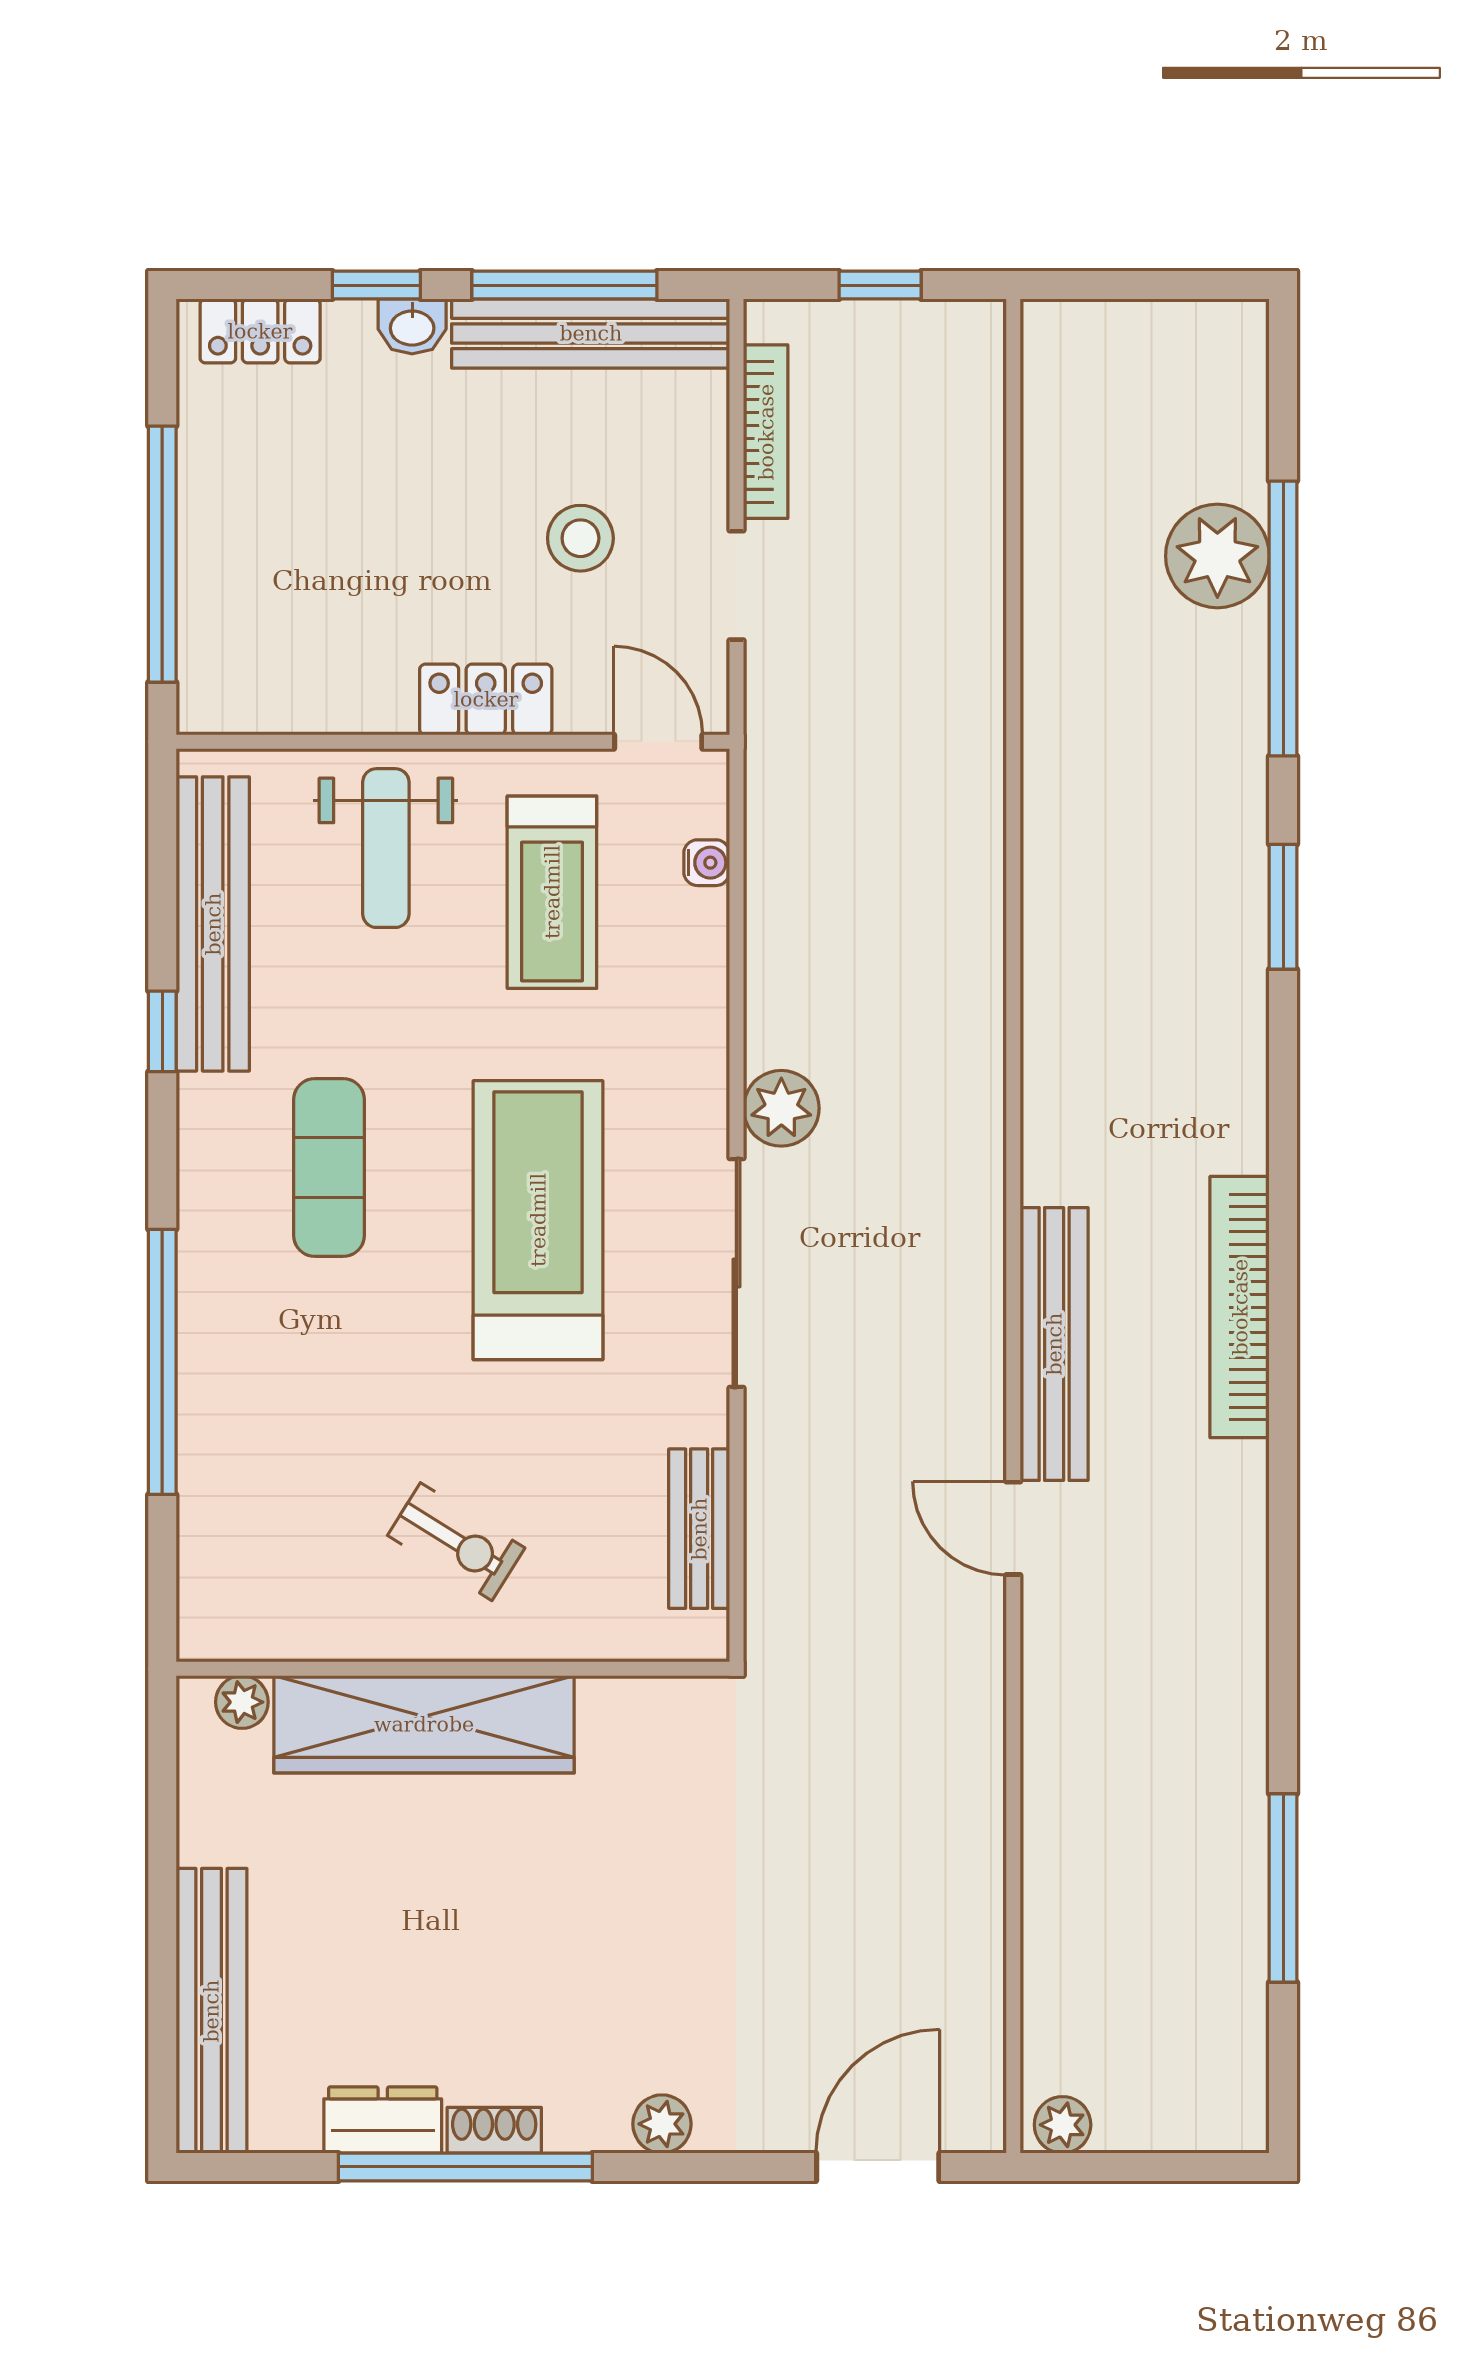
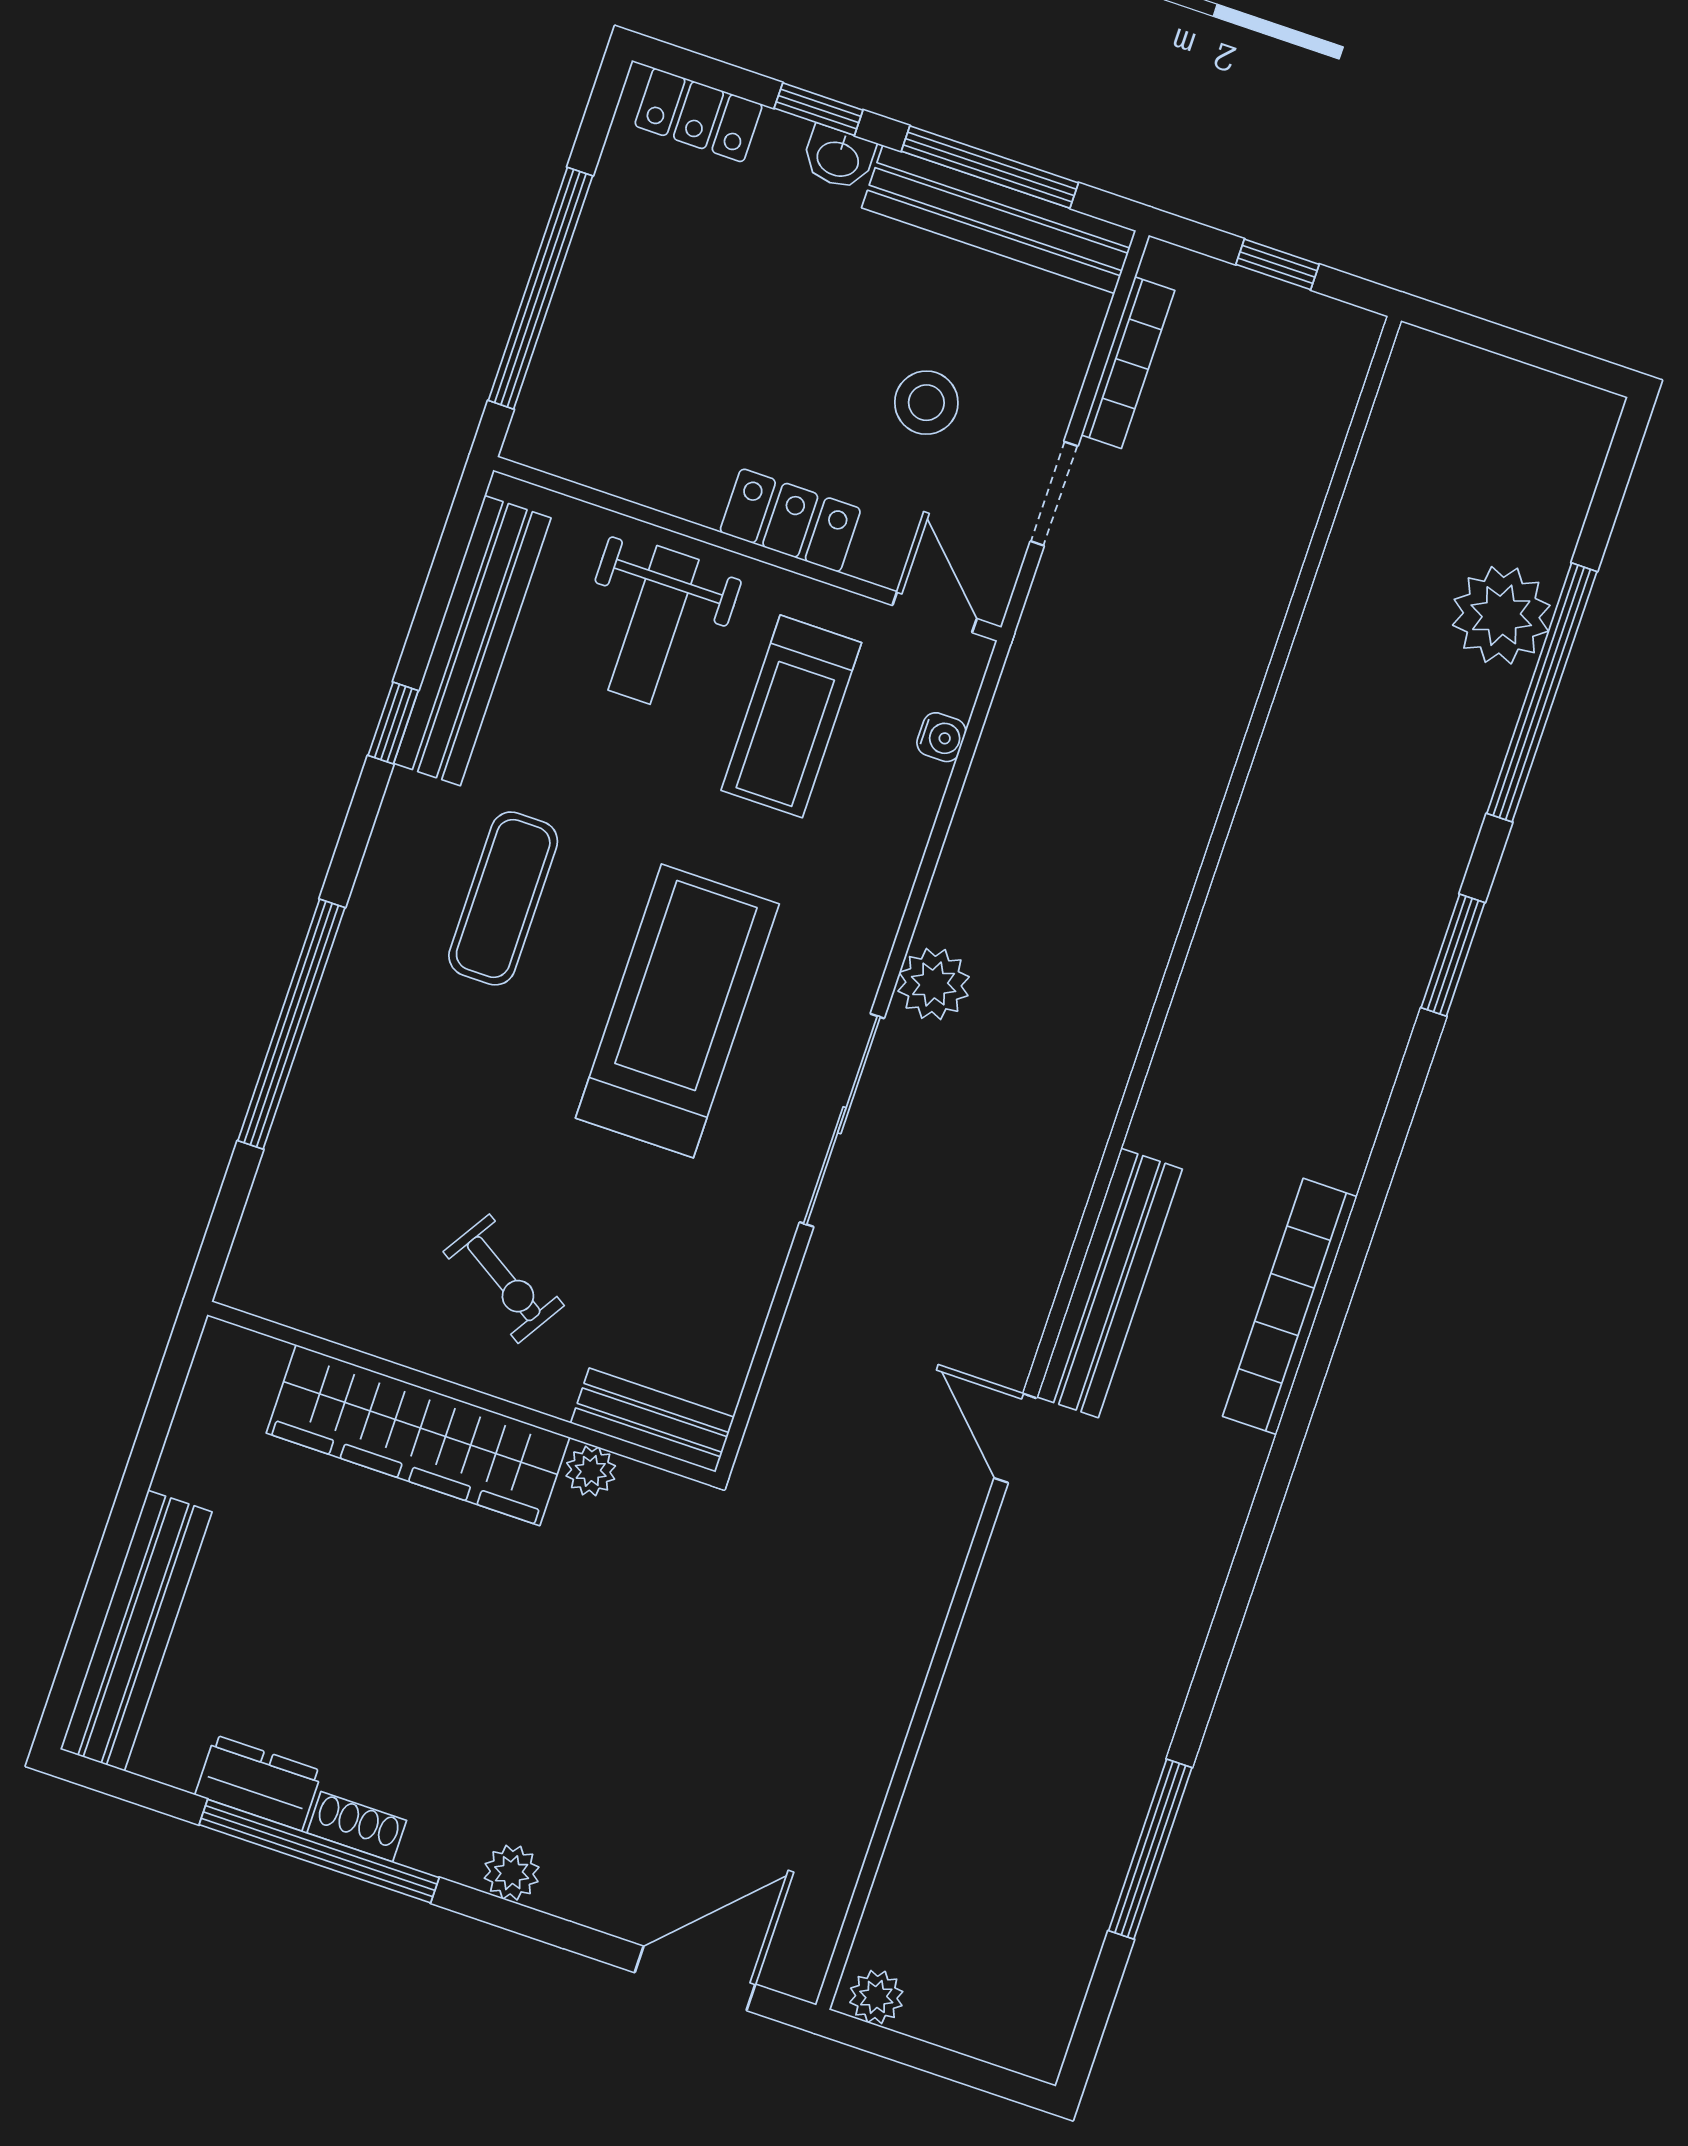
bench: (699, 1529) -> (652, 1420), moved, turned 90
plant: (242, 1702) -> (591, 1471), moved

